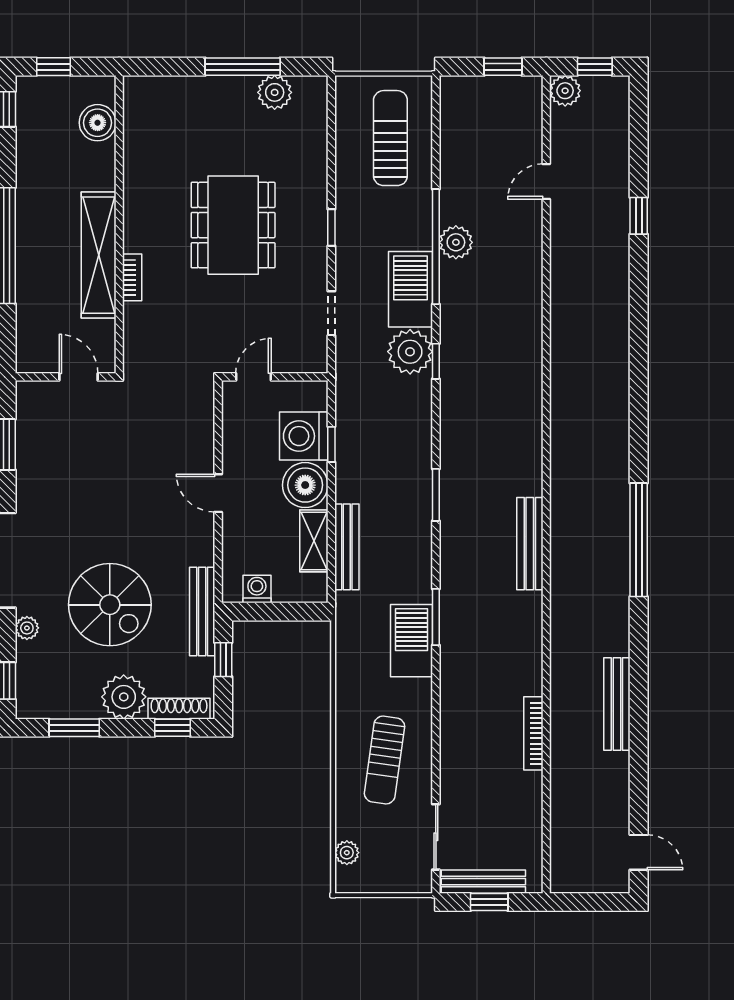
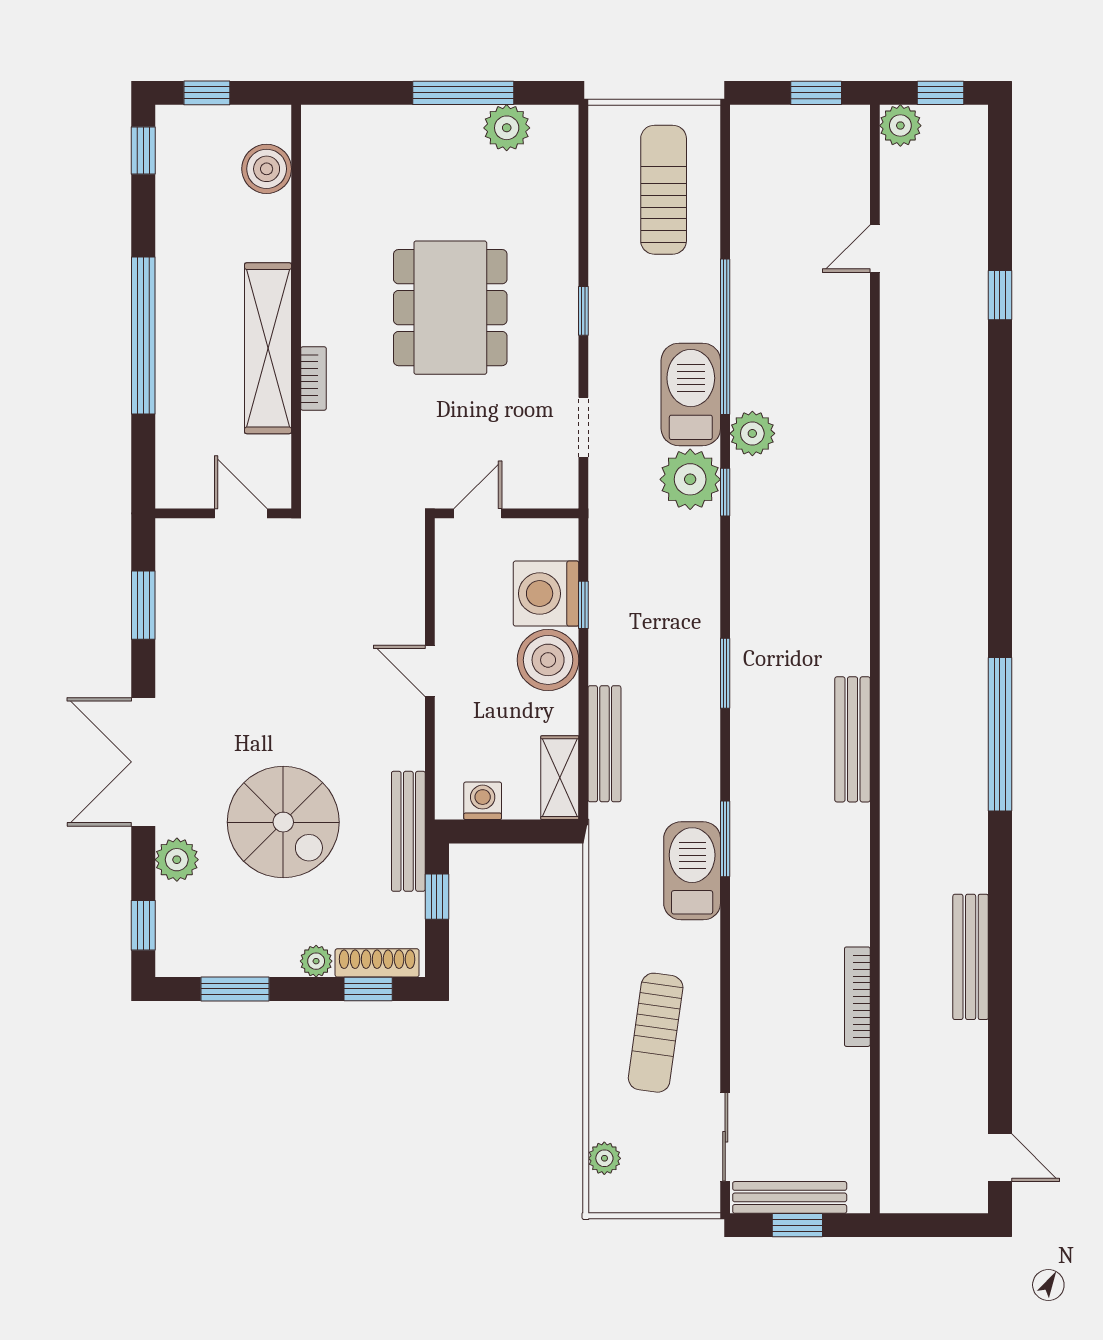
plant: (456, 242) -> (752, 433), moved
shelving: (314, 541) -> (560, 778), moved
plant: (27, 628) -> (177, 860), width x1.38, depth x1.38
plant: (124, 697) -> (316, 961), width x0.53, depth x0.53

